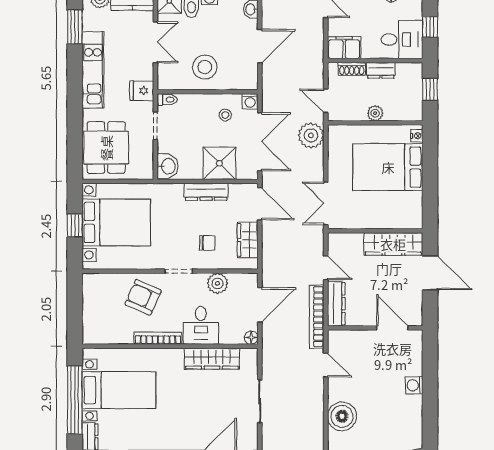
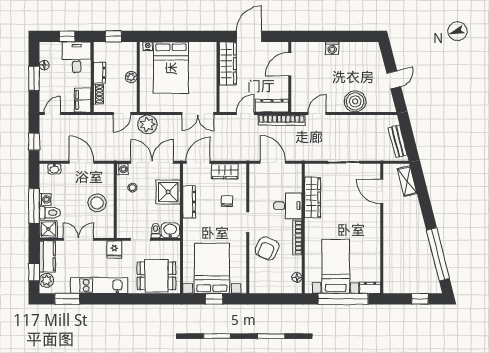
toilet: (167, 100) -> (156, 231), moved
plant: (217, 283) -> (257, 193), removed
floor lamp: (251, 338) -> (297, 277), moved

